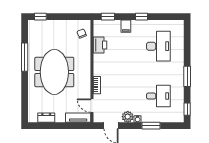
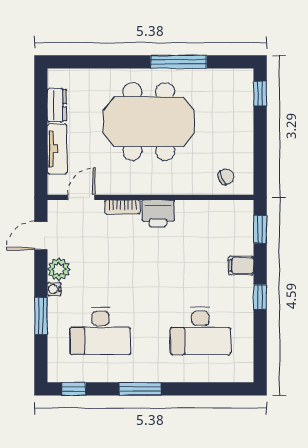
printer: (100, 45) -> (158, 213), moved
desk: (158, 96) -> (100, 331), width x1.37
tv unit: (78, 118) -> (57, 149), moved

